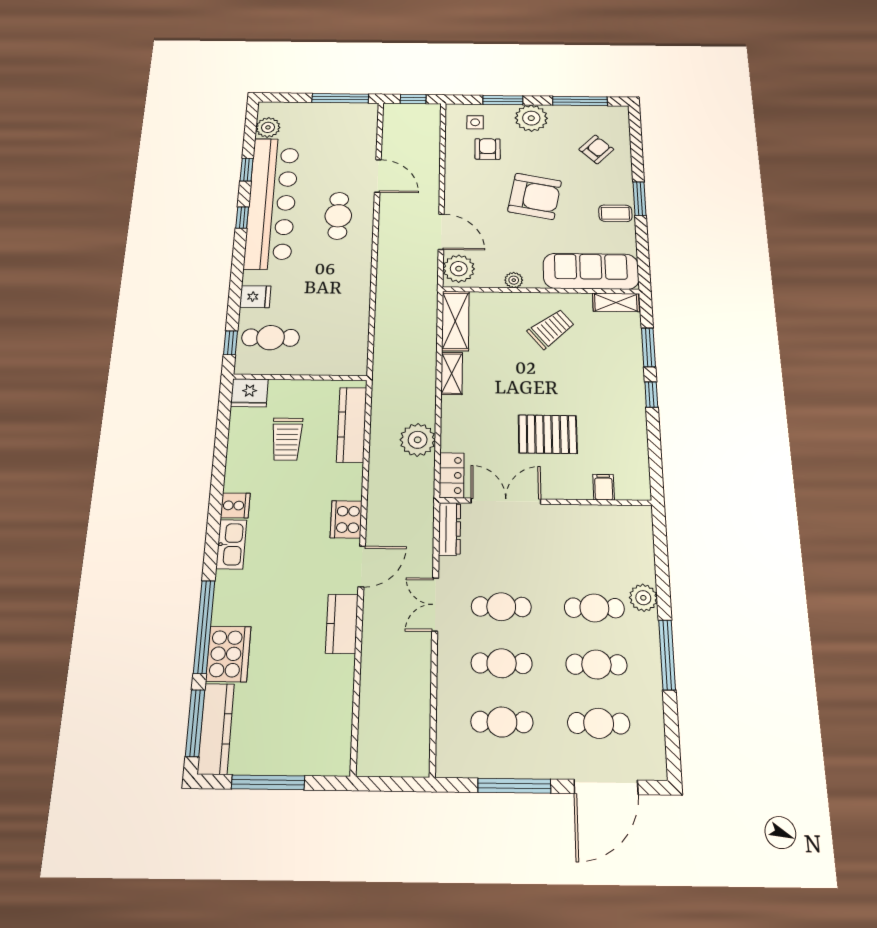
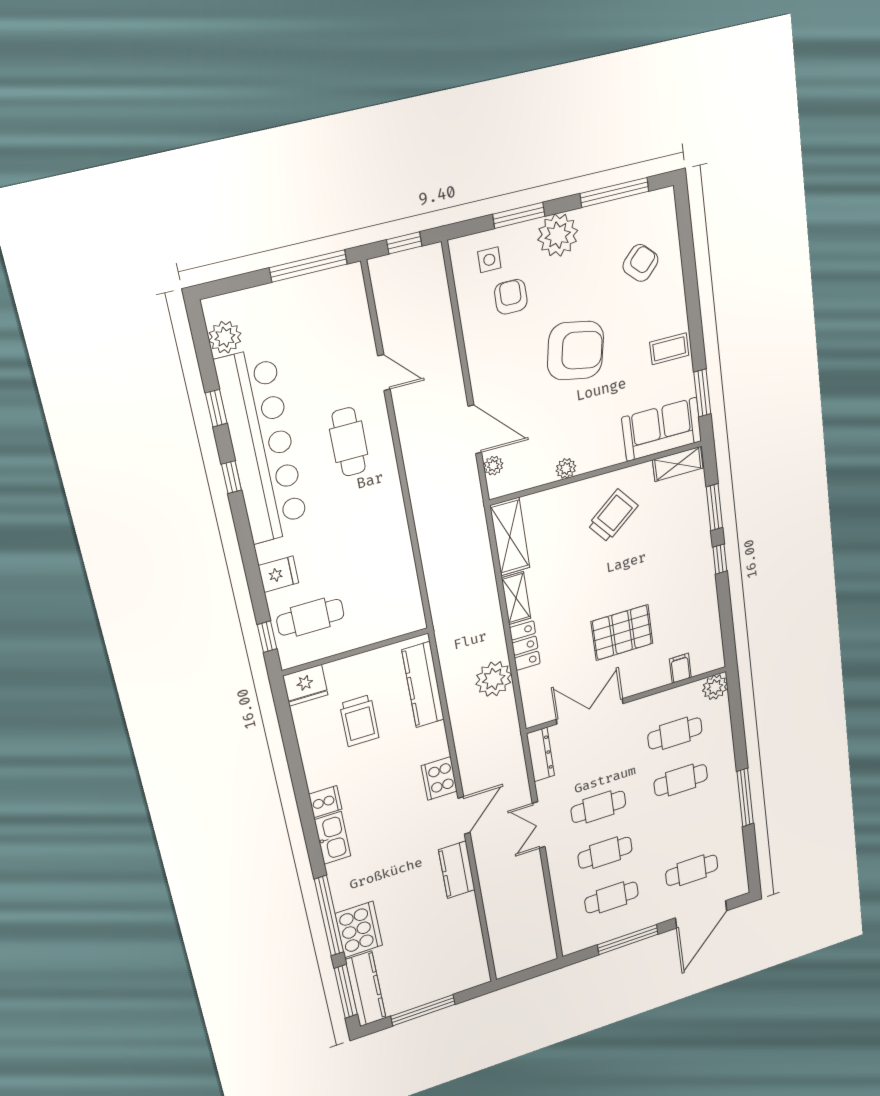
door: (378, 176) -> (384, 372), width x0.73
window: (639, 199) -> (702, 393), moved
plant: (459, 269) -> (493, 466), width x0.53, depth x0.53
sofa: (591, 271) -> (662, 429), width x0.73
locker: (452, 475) -> (525, 646), moved
plant: (643, 598) -> (715, 687), moved
cafe table: (596, 664) -> (675, 733), moved

